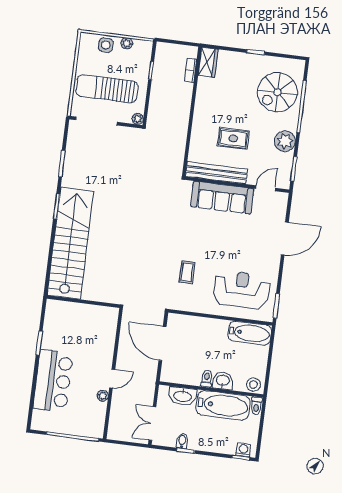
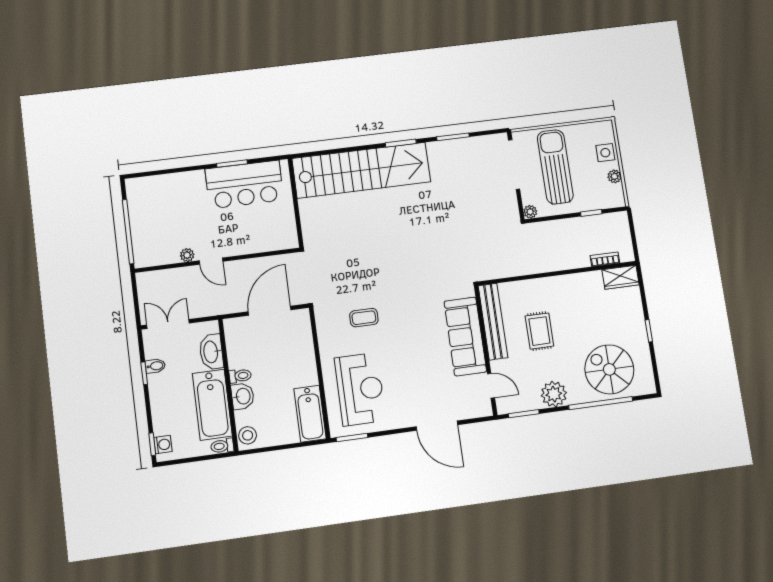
bar counter: (53, 381) -> (244, 185), moved

